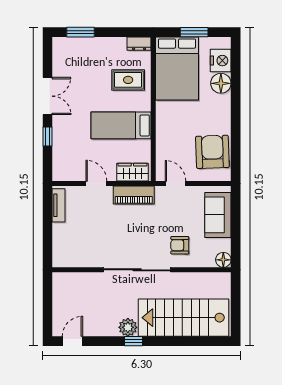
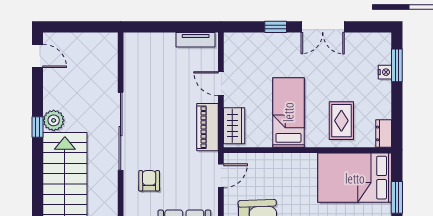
nightstand: (86, 43) -> (385, 72), added
door: (96, 184) -> (221, 84), swing flipped

